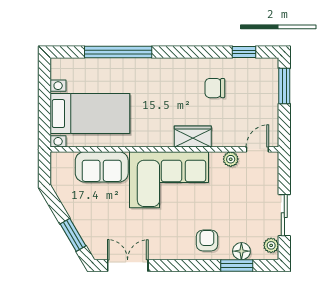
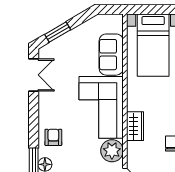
plant: (231, 159) -> (112, 151), width x1.87, depth x1.87
armchair: (207, 241) -> (53, 137), turned -90

